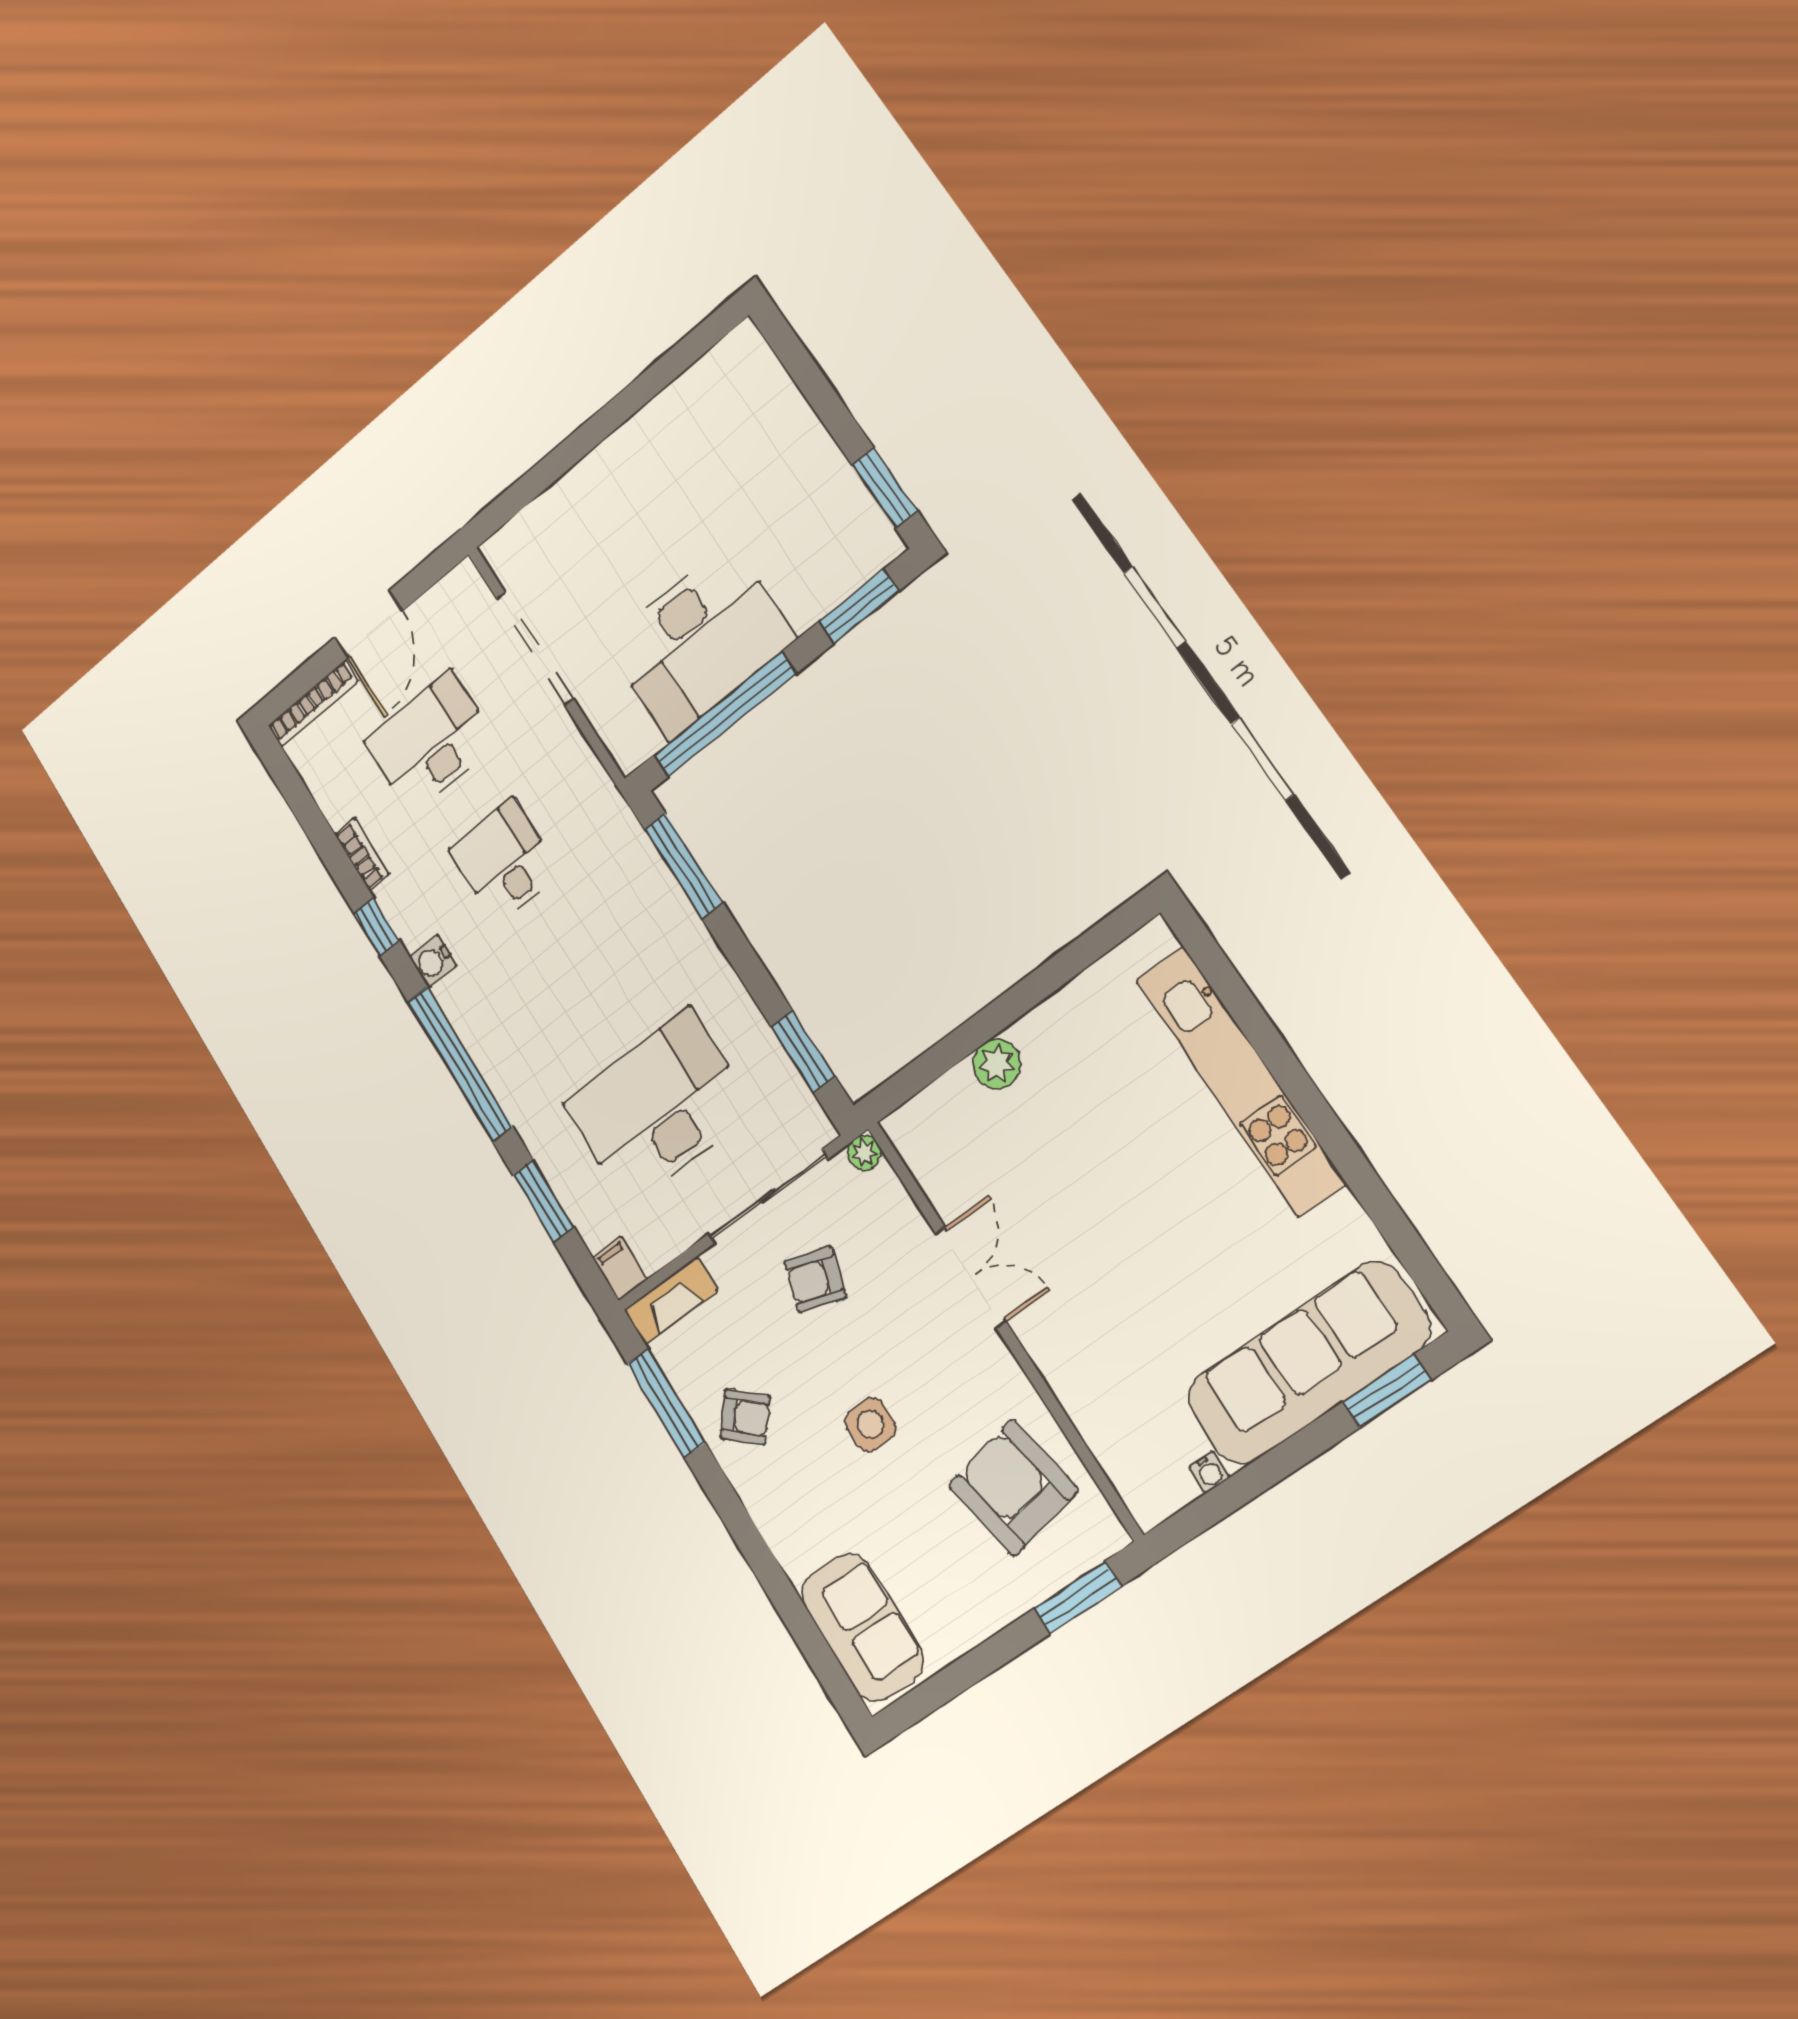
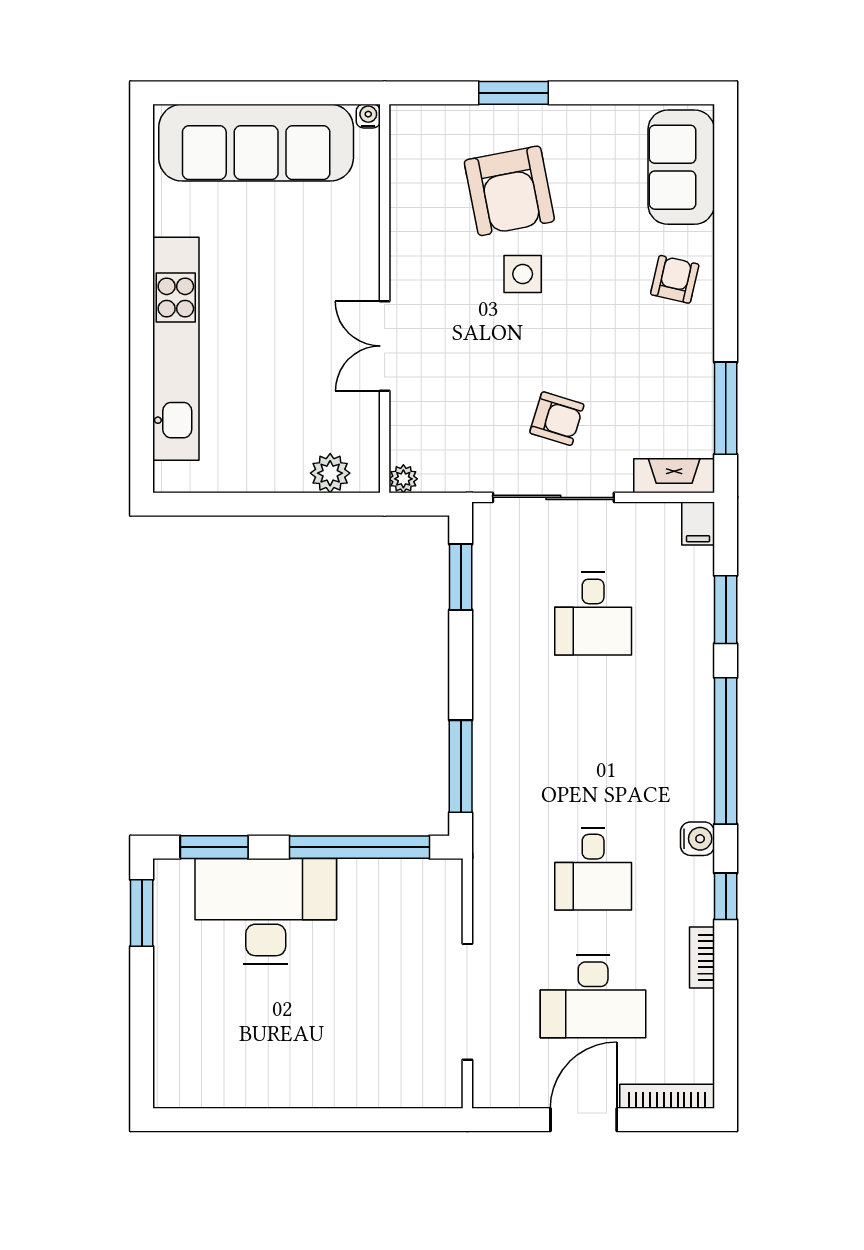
desk: (700, 641) -> (266, 911), moved
desk: (658, 1107) -> (593, 614), width x0.53, depth x0.77
plant: (864, 1153) -> (403, 479), moved
double door: (971, 1278) -> (385, 346), moved
wall: (1003, 1328) -> (385, 298), moved
window: (1387, 1391) -> (217, 93), removed
armchair: (745, 1417) -> (675, 279), moved, turned 62
side table: (870, 1425) -> (523, 274), moved

